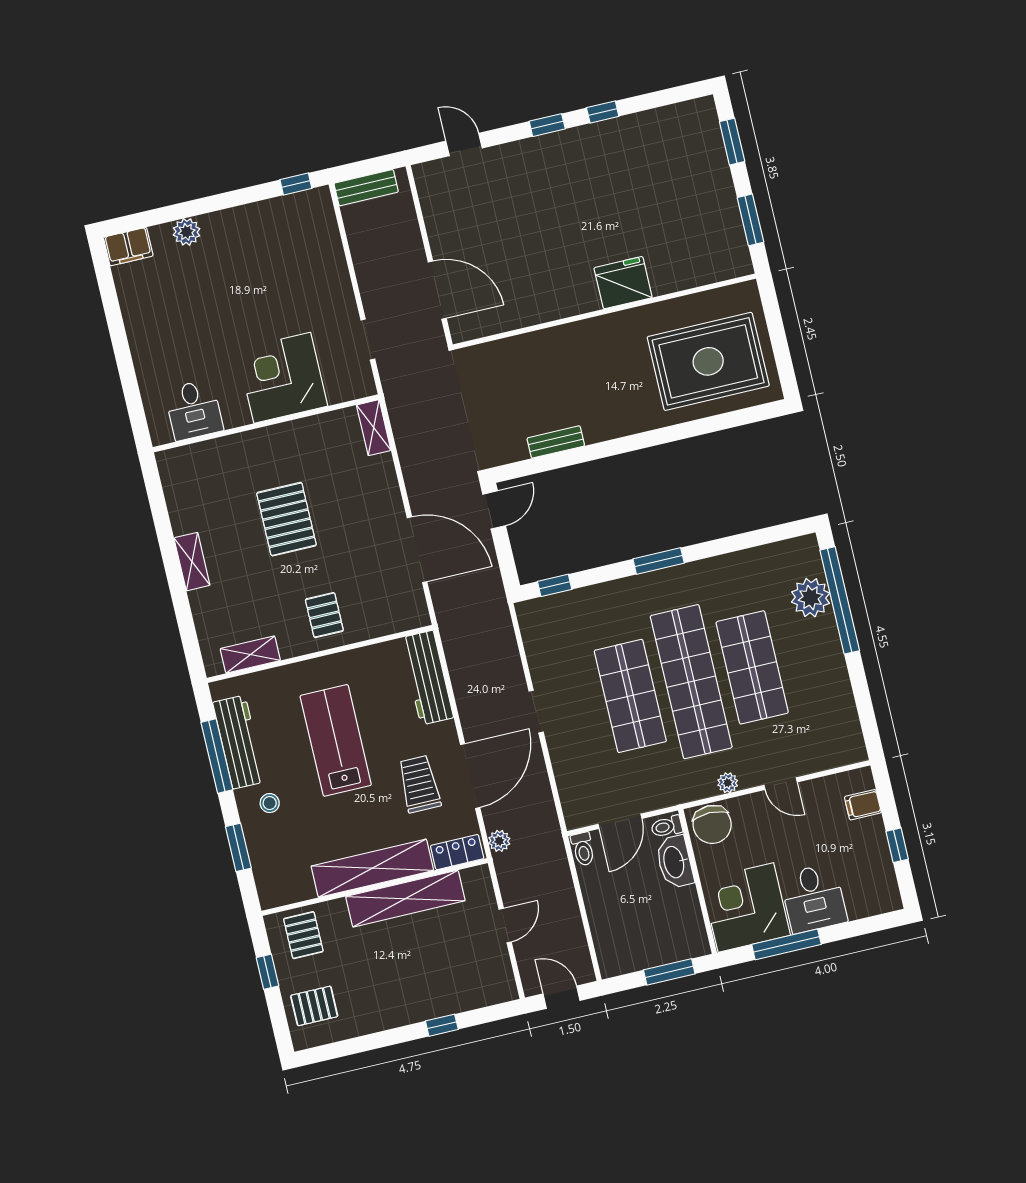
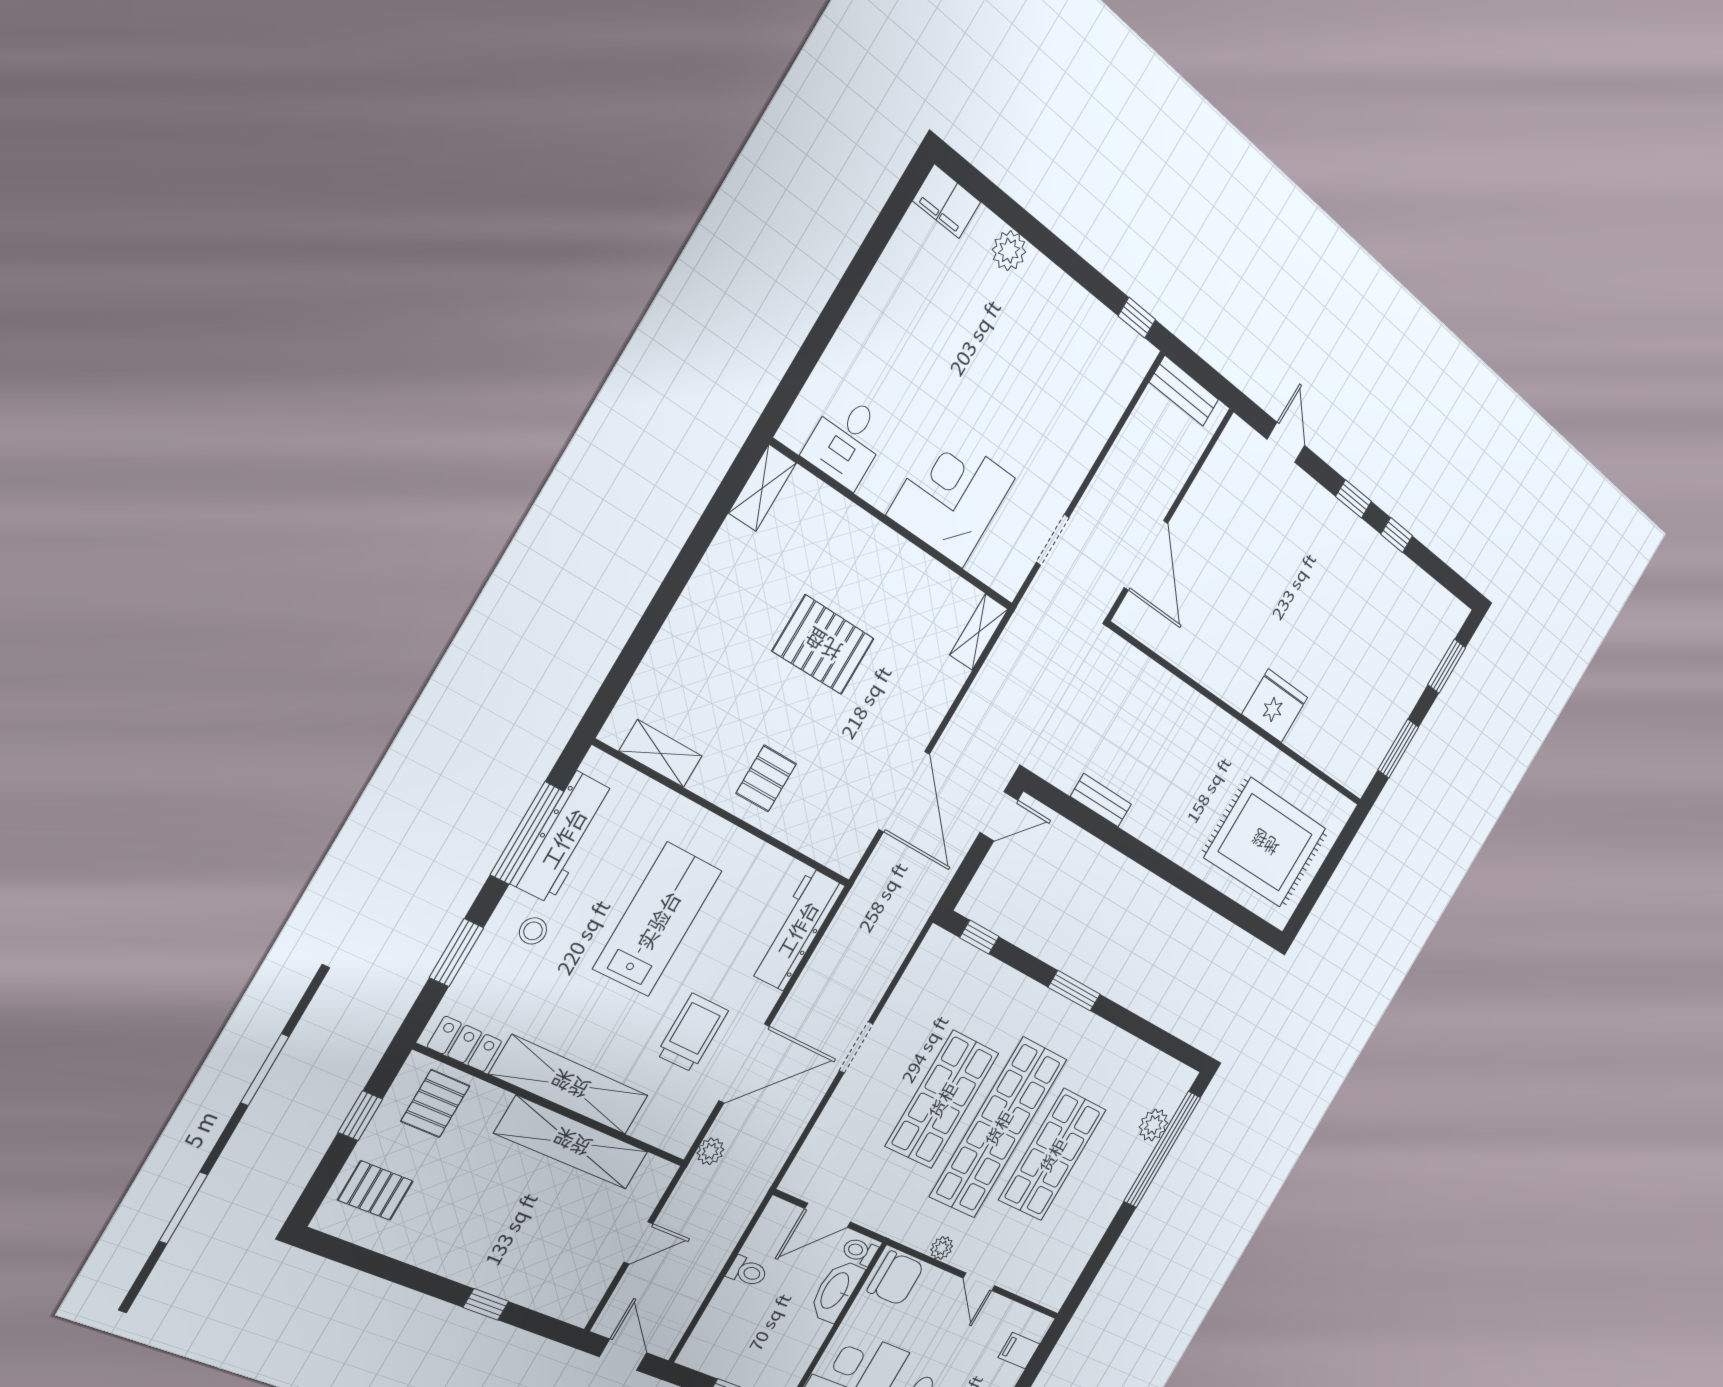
pallet: (286, 519) -> (823, 645), turned 90
shelving: (192, 562) -> (762, 488), moved
plant: (811, 598) -> (1153, 1125), width x0.73, depth x0.73
chair: (712, 824) -> (896, 1278), turned -90
toilet: (583, 849) -> (747, 1272), moved, turned -90
locker: (457, 852) -> (465, 1044), moved

